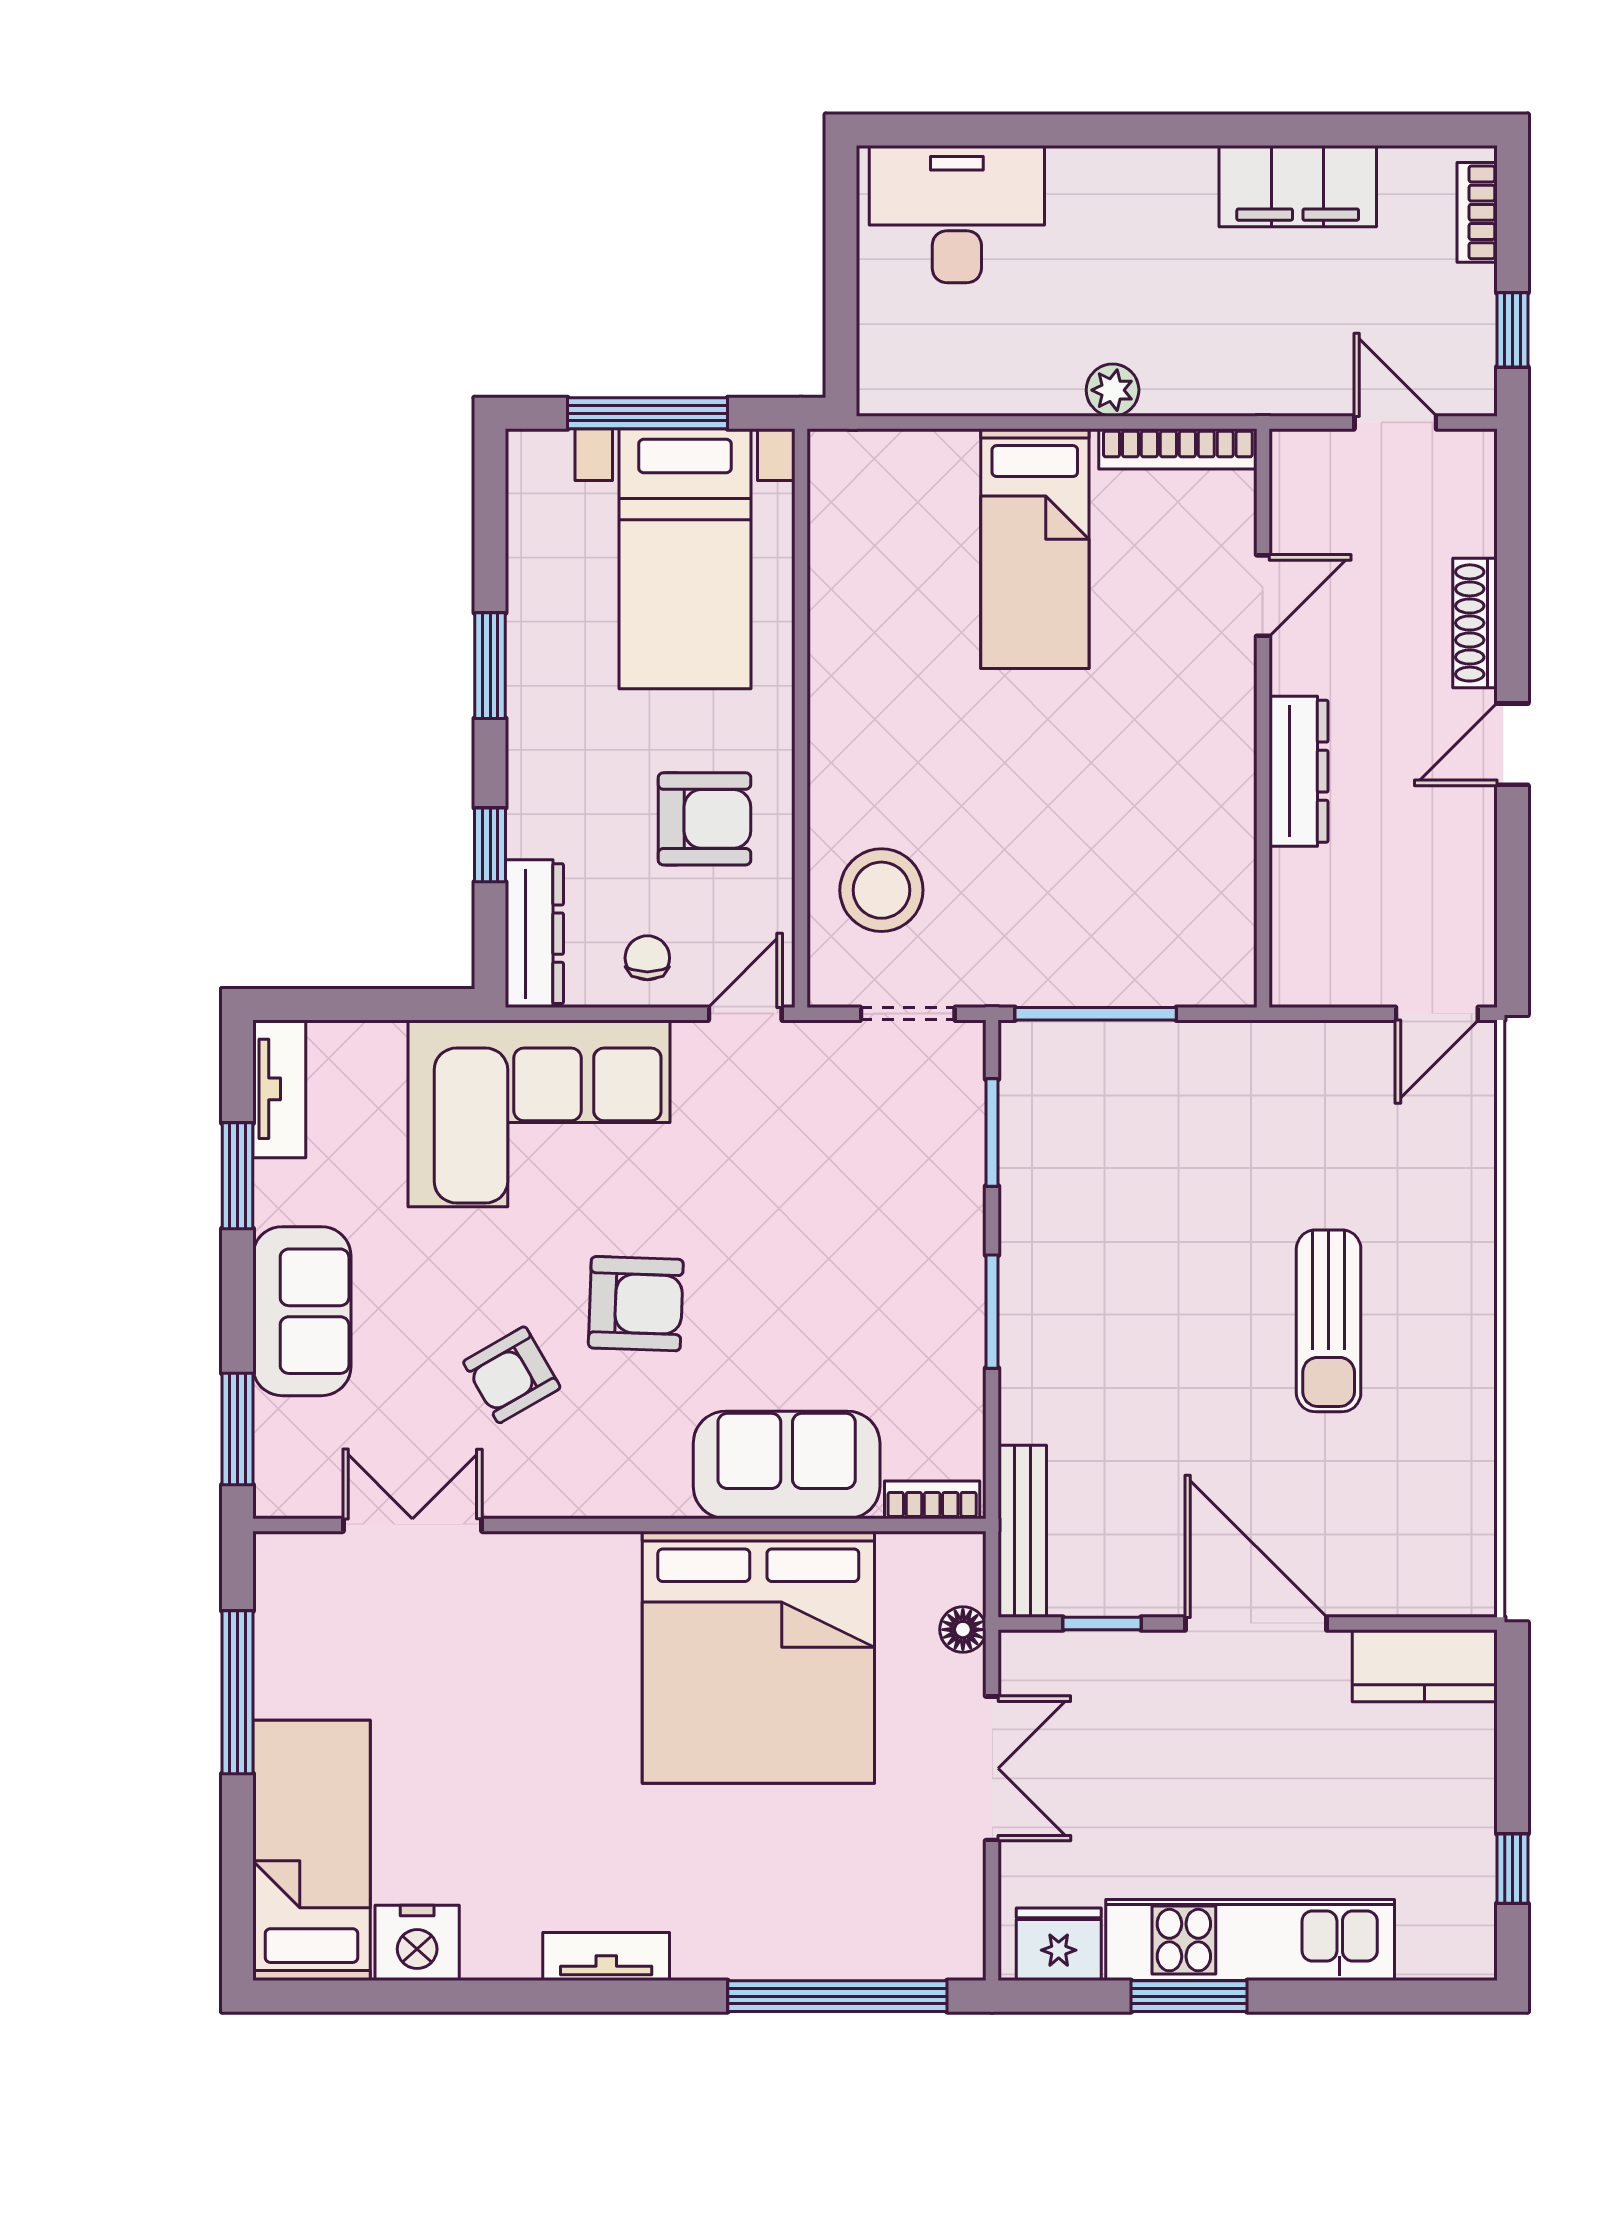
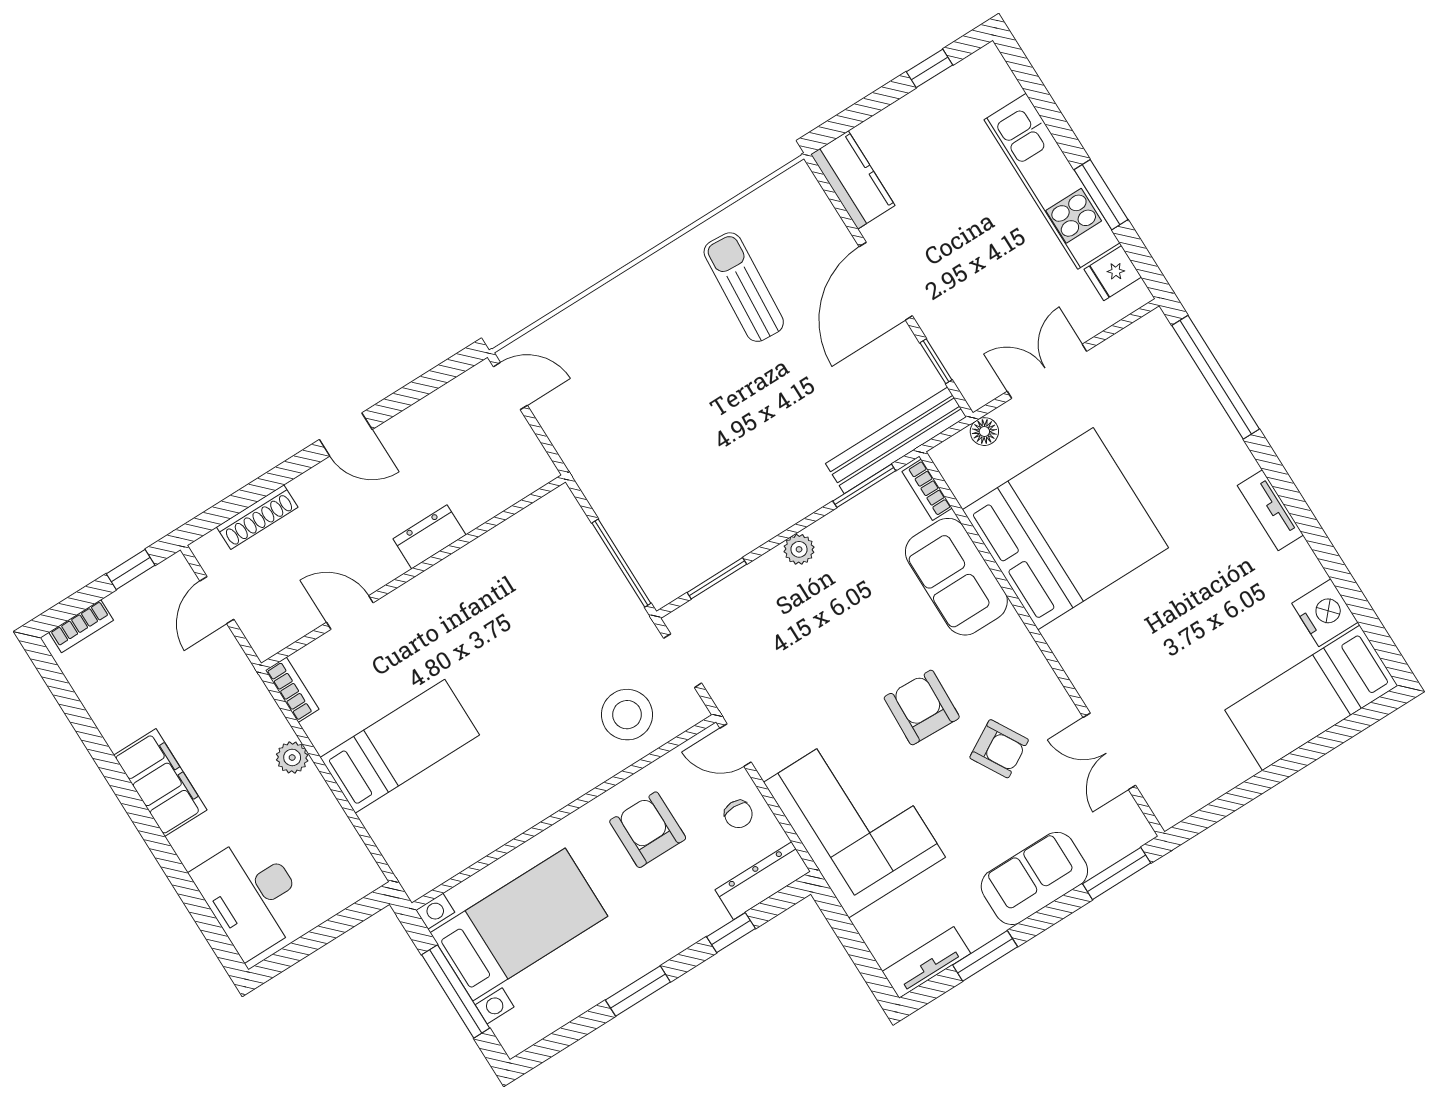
filing cabinet: (1298, 186) -> (160, 783), moved
bookcase: (1178, 449) -> (292, 690), width x0.64
shoe rack: (1475, 623) -> (257, 517), moved
dresser: (1298, 771) -> (429, 537), width x0.70
chair: (647, 958) -> (738, 814), turned -90
plant: (961, 1271) -> (799, 549), added
window: (992, 1312) -> (864, 486), moved
sun lounger: (1329, 1321) -> (744, 287), moved, turned -86
bench: (1022, 1531) -> (896, 440), width x1.37, depth x1.21
window: (237, 1692) -> (1253, 788), removed
fridge: (1059, 1944) -> (1113, 273), width x0.72

